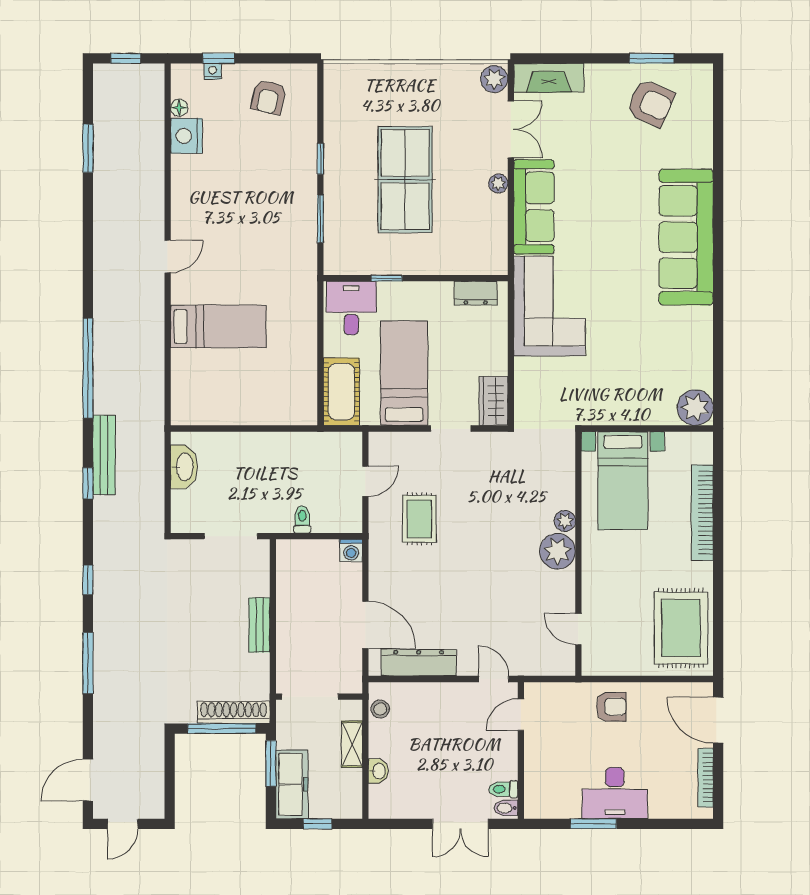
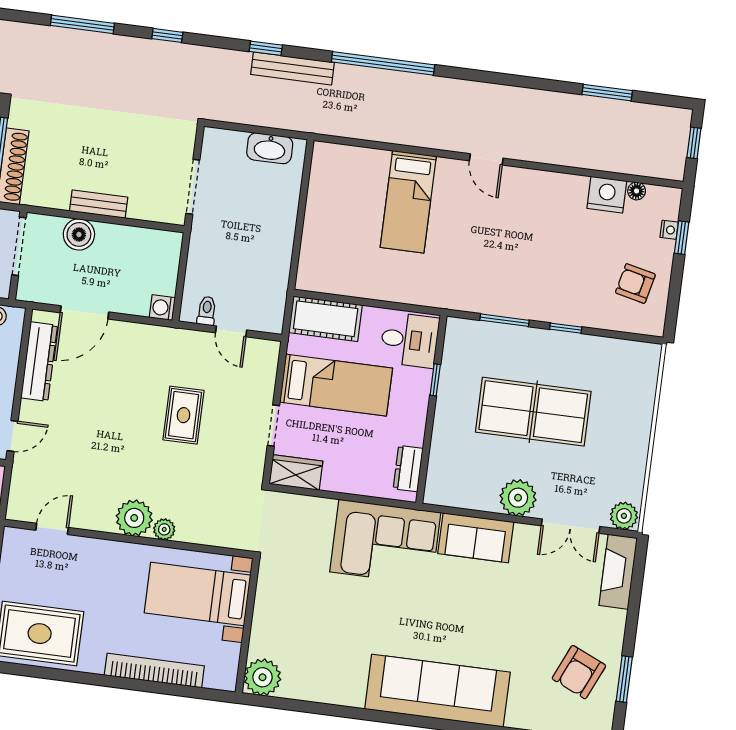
plant: (498, 184) -> (518, 498), width x1.87, depth x1.87
sofa: (534, 207) -> (476, 538), width x0.73
toilet: (302, 519) -> (207, 311), moved, turned -90
rug: (419, 519) -> (183, 415), moved, turned 90
boiler: (291, 640) -> (79, 234), added

